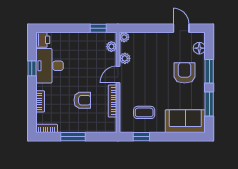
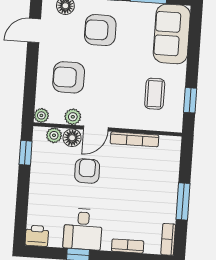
armchair: (151, 54) -> (69, 77), added
floor lamp: (111, 59) -> (72, 138), added
desk: (50, 66) -> (83, 229), width x0.73
door: (118, 74) -> (96, 129), hinge flipped
armchair: (82, 100) -> (87, 171), moved

